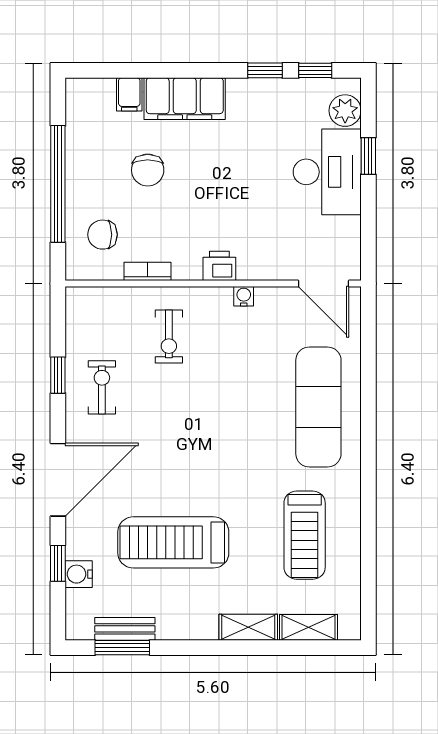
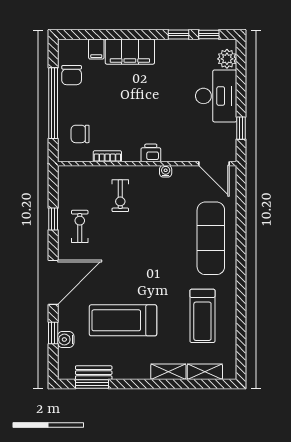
window: (368, 156) -> (241, 128), moved
chair: (148, 170) -> (72, 75), moved

